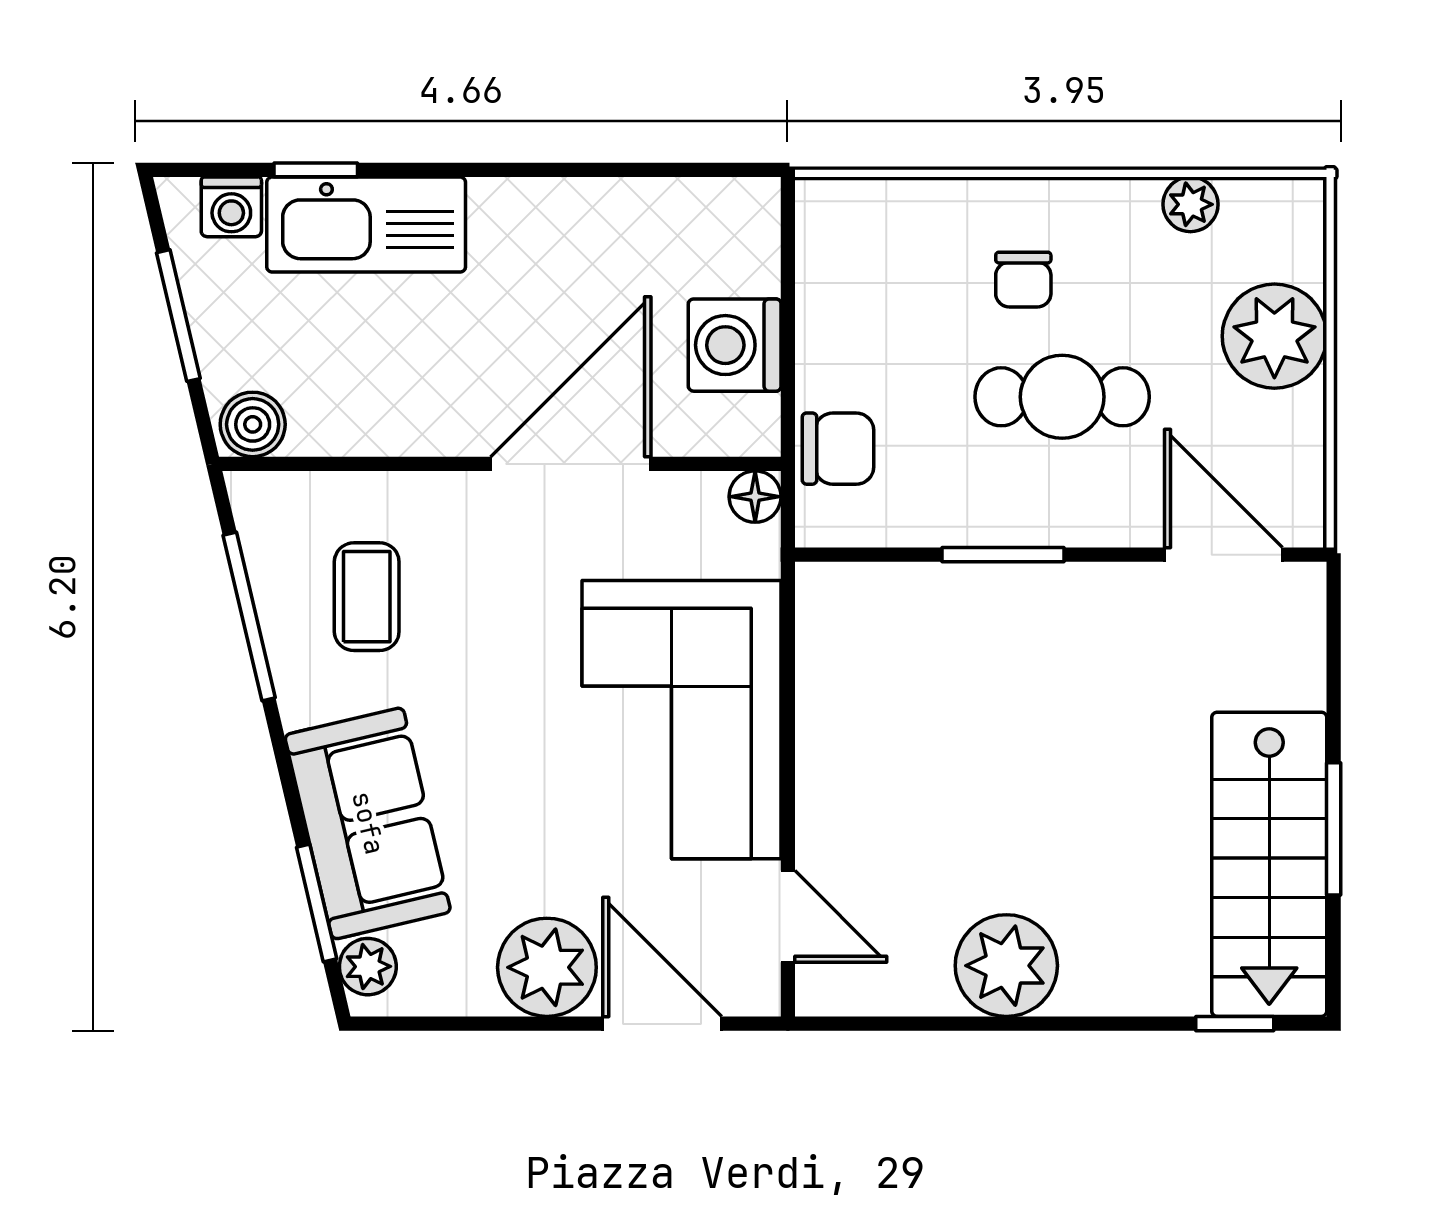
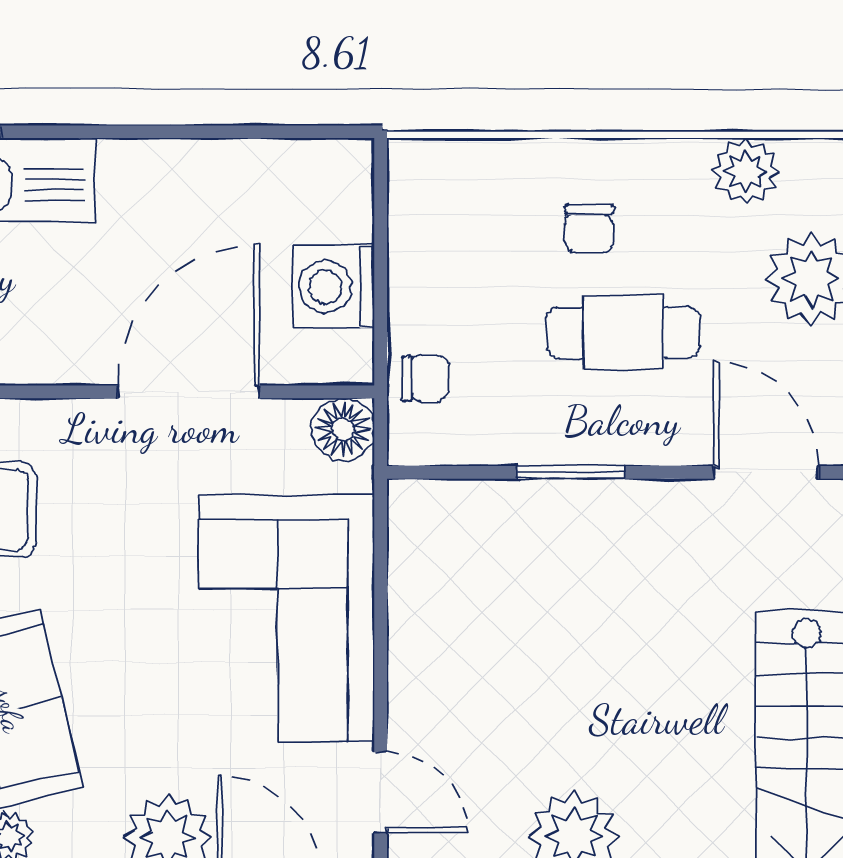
plant: (1190, 204) -> (746, 171), width x1.38, depth x1.38
chair: (838, 449) -> (425, 378), width x0.73, depth x0.73
floor lamp: (755, 497) -> (343, 429), width x1.37, depth x1.37

